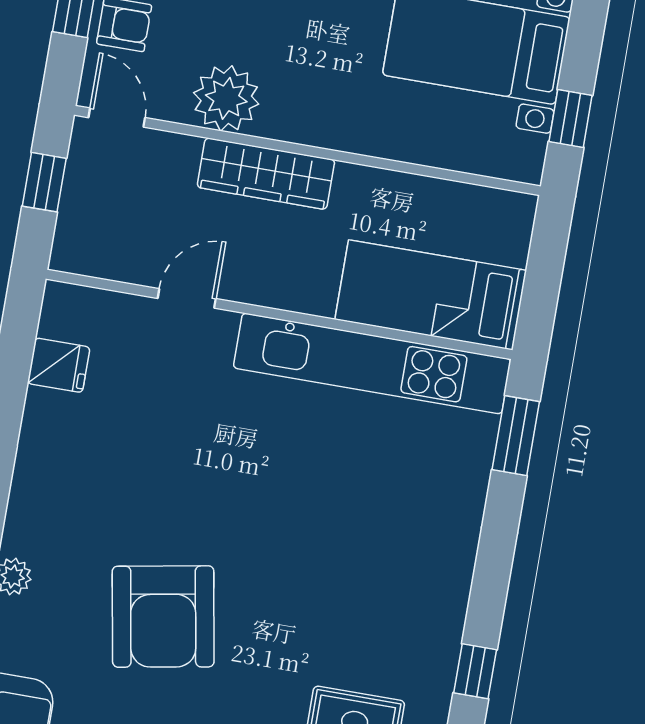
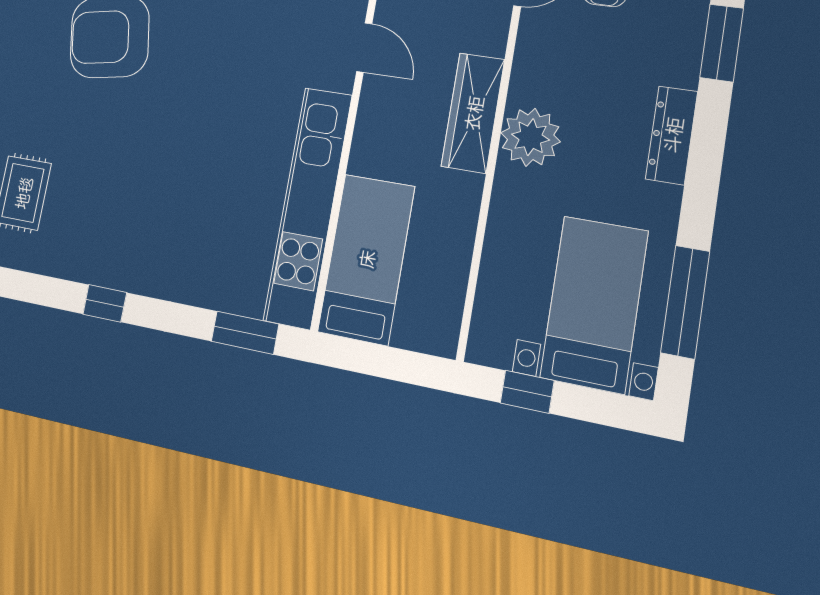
plant: (226, 98) -> (531, 137), moved
window: (475, 671) -> (105, 303), moved

